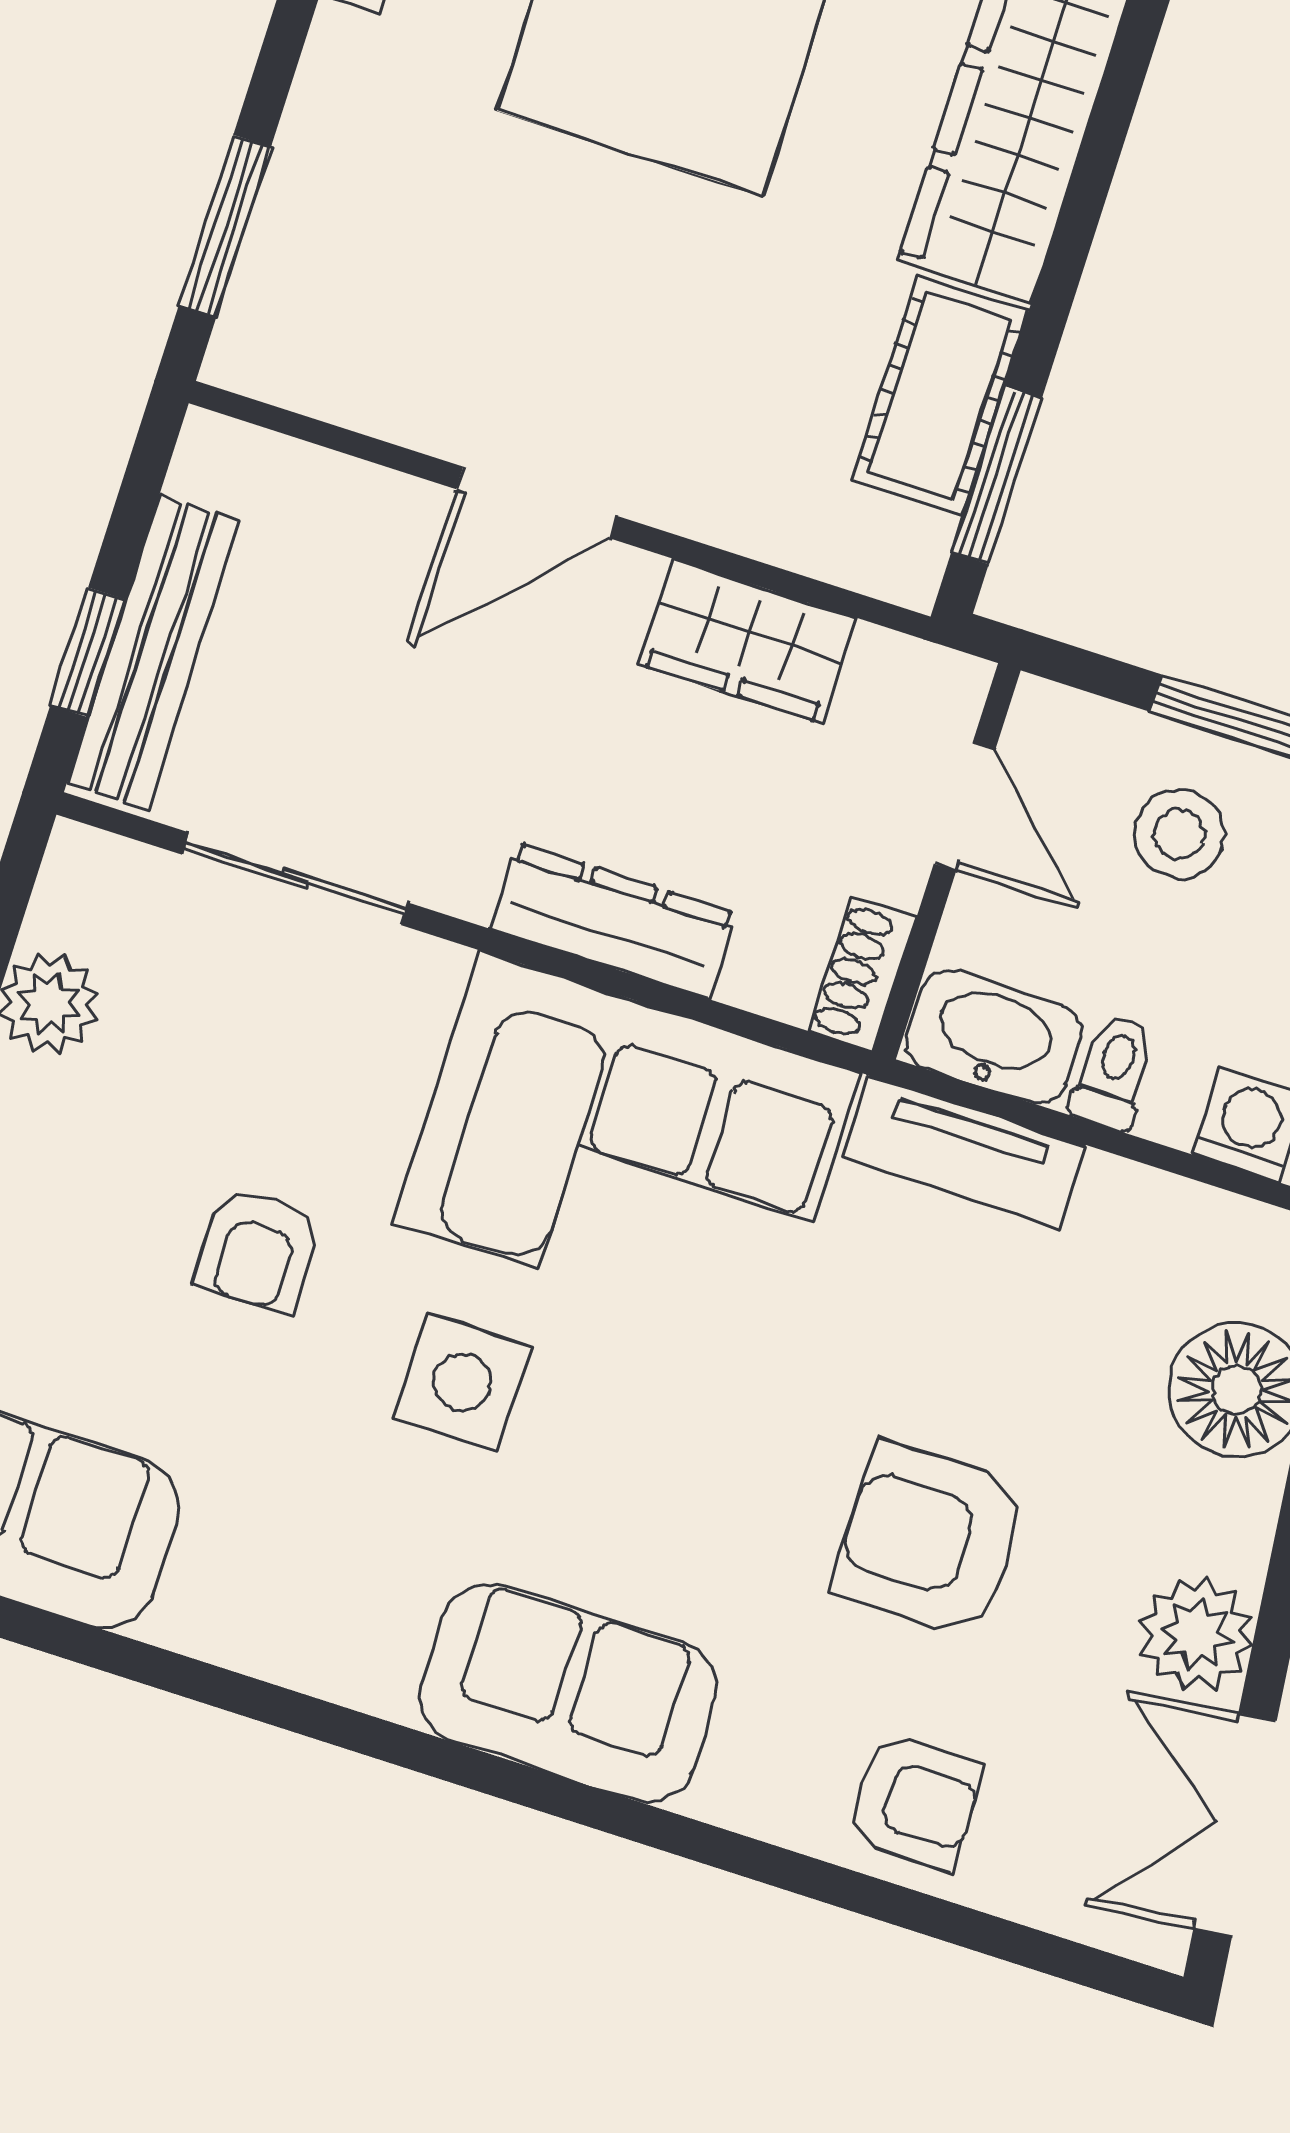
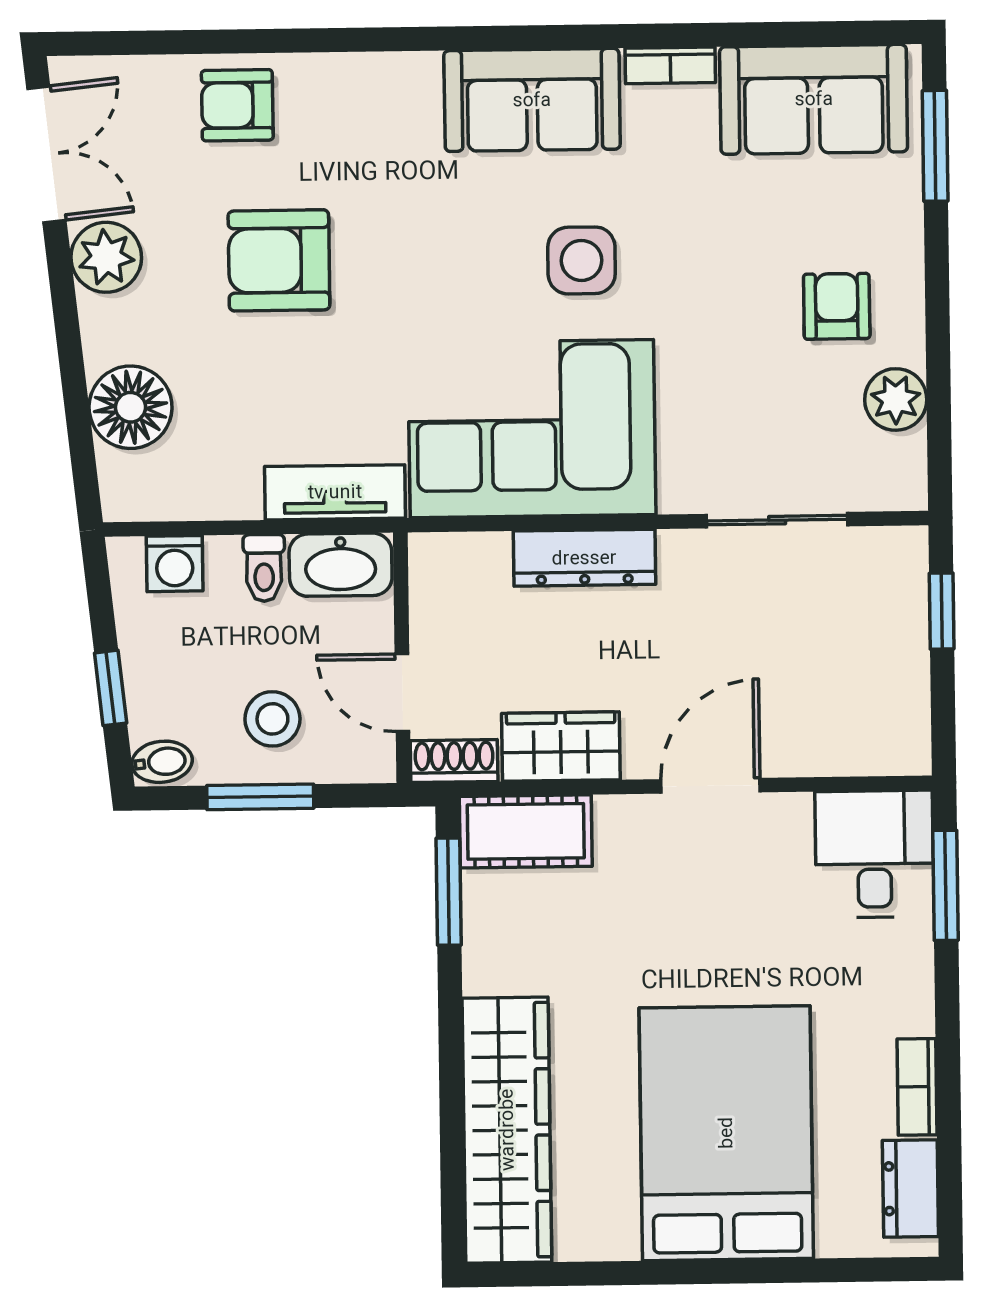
desk: (318, 312) -> (874, 854), added
cot: (940, 395) -> (526, 831), moved, turned 90
bench: (153, 652) -> (904, 624), removed
shoe rack: (862, 974) -> (454, 761), moved, turned -90
armchair: (258, 1249) -> (837, 306), moved
armchair: (930, 1540) -> (279, 260), turned 180
bookcase: (224, 1638) -> (670, 65), added
sofa: (569, 1693) -> (532, 100), moved

